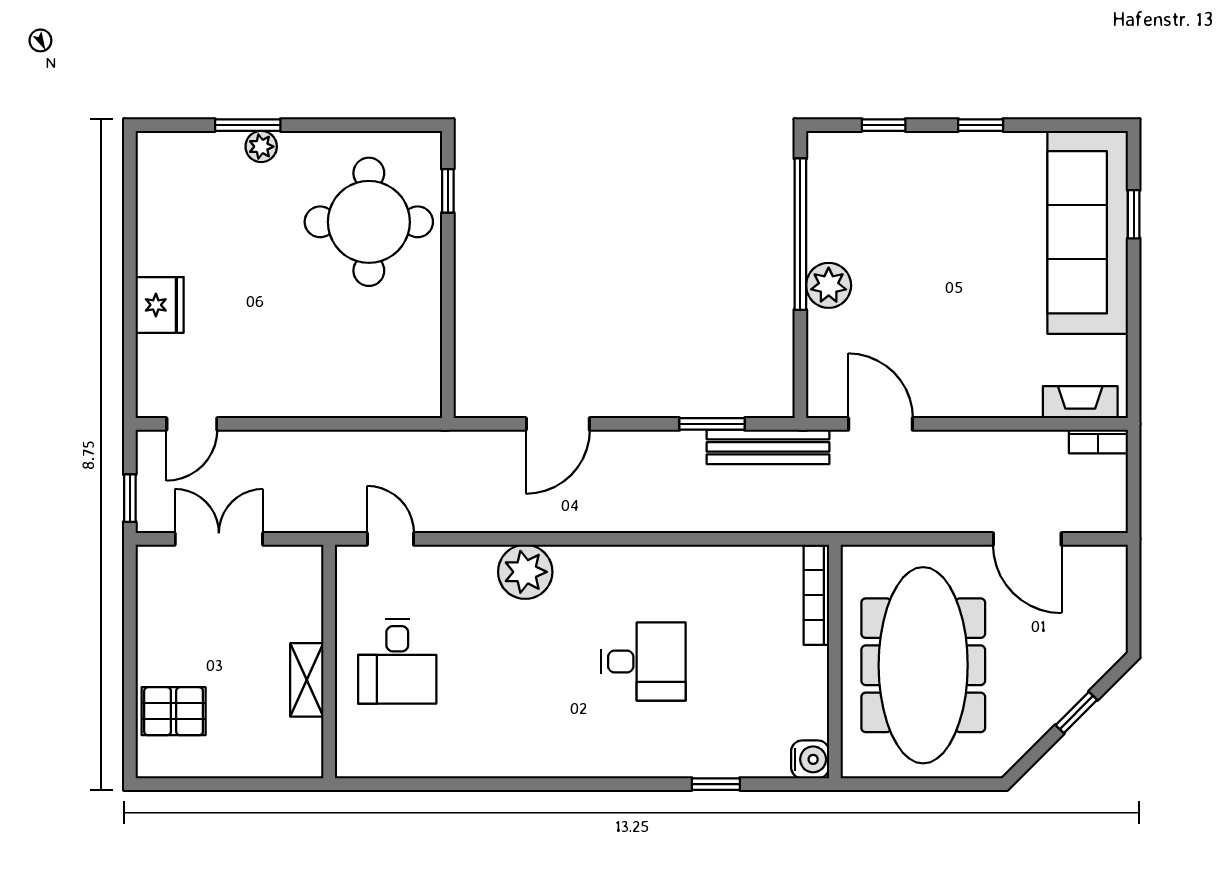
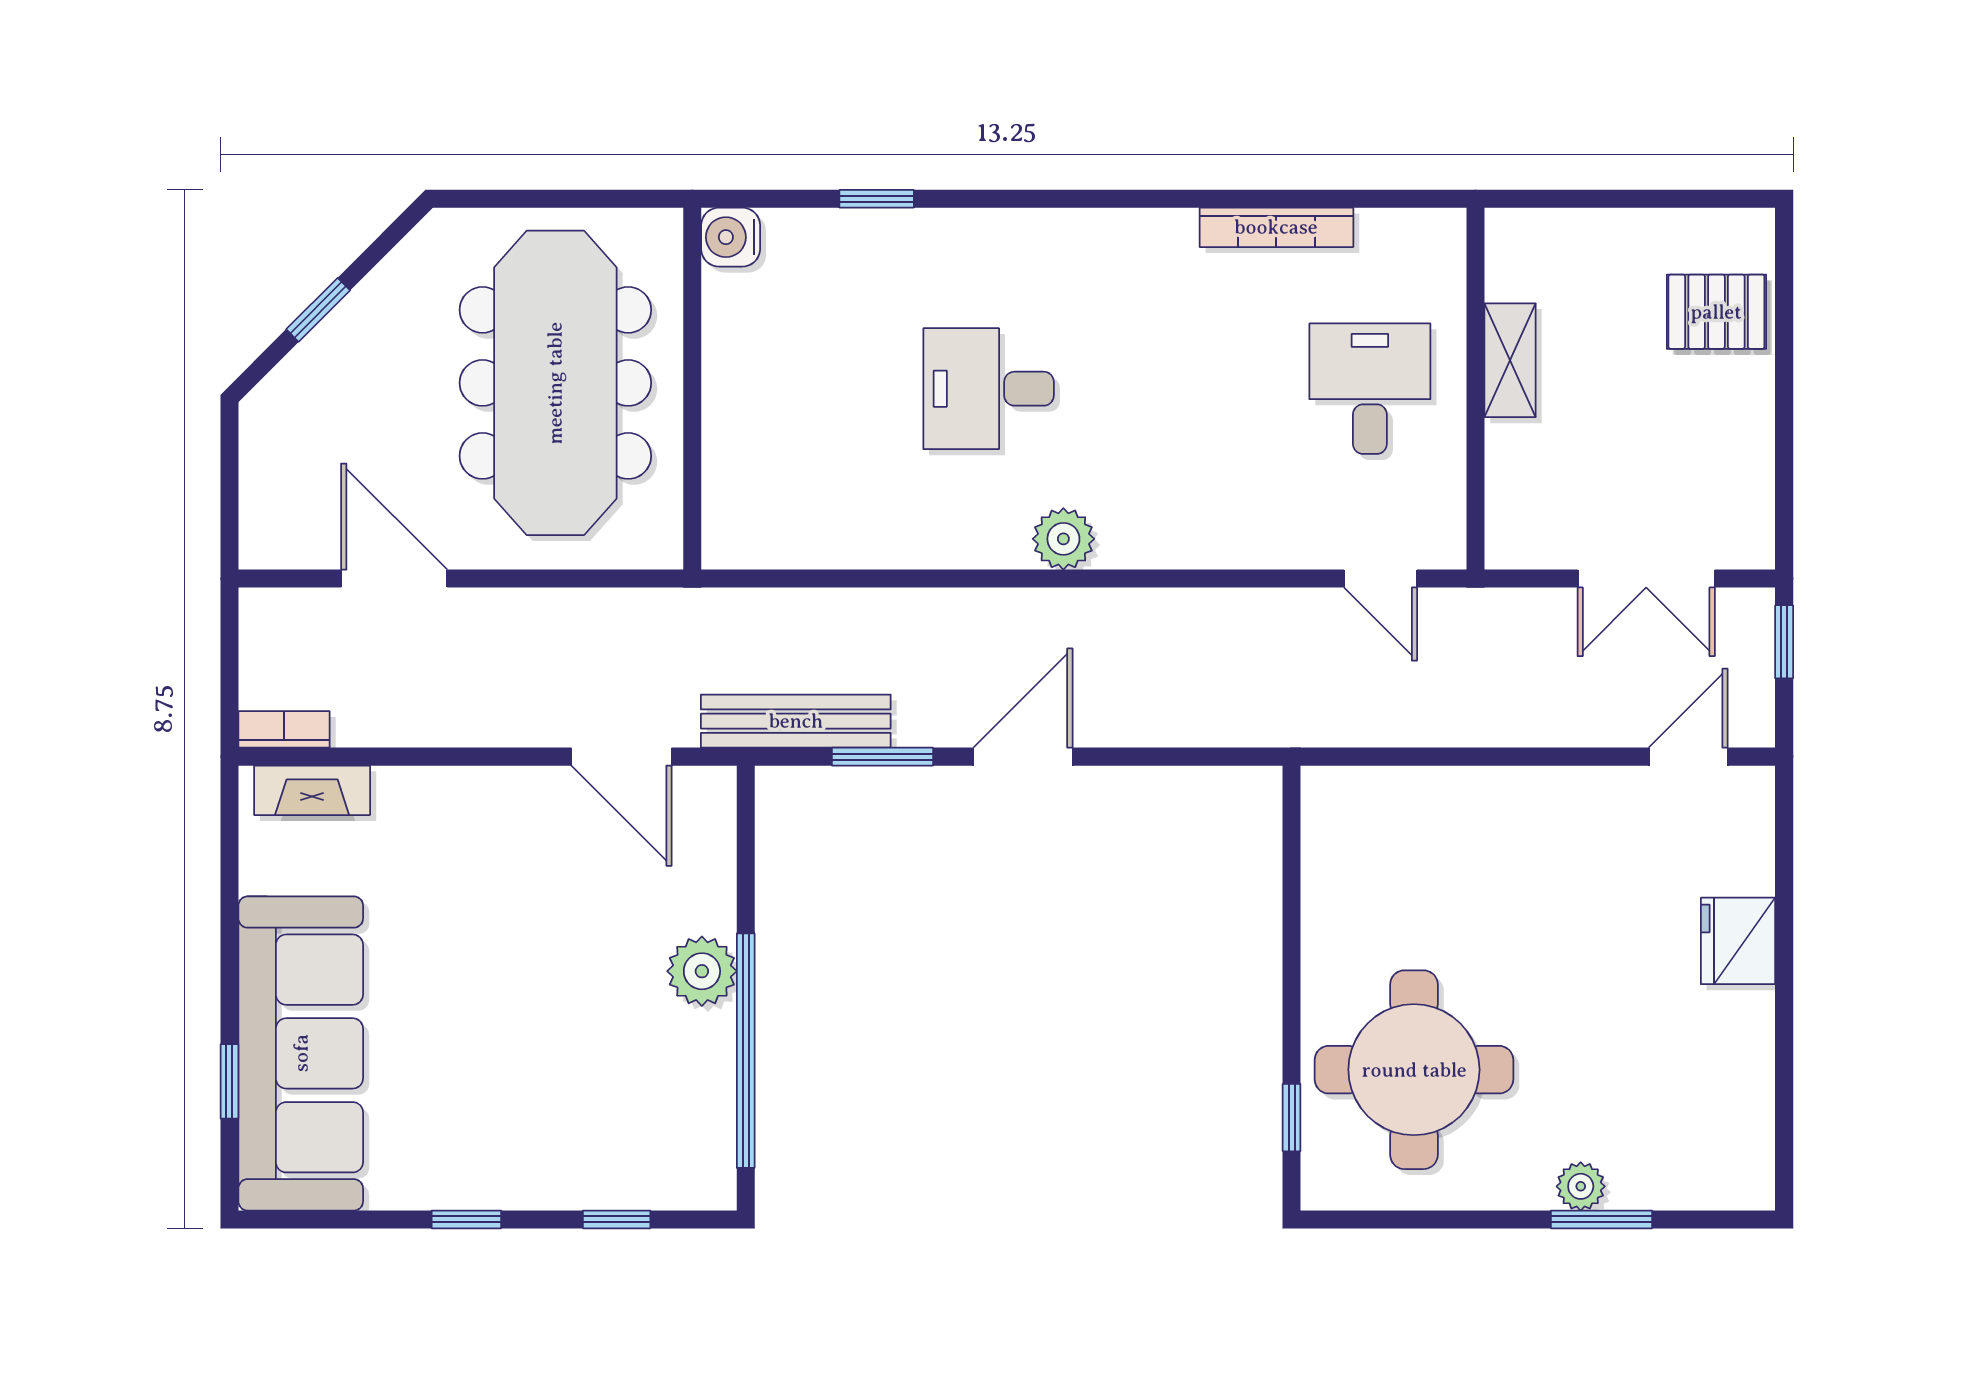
door: (558, 424) -> (1023, 757), moved
plant: (525, 572) -> (1063, 539), moved, width x0.73, depth x0.73
bookcase: (816, 595) -> (1276, 227), moved, turned 90

